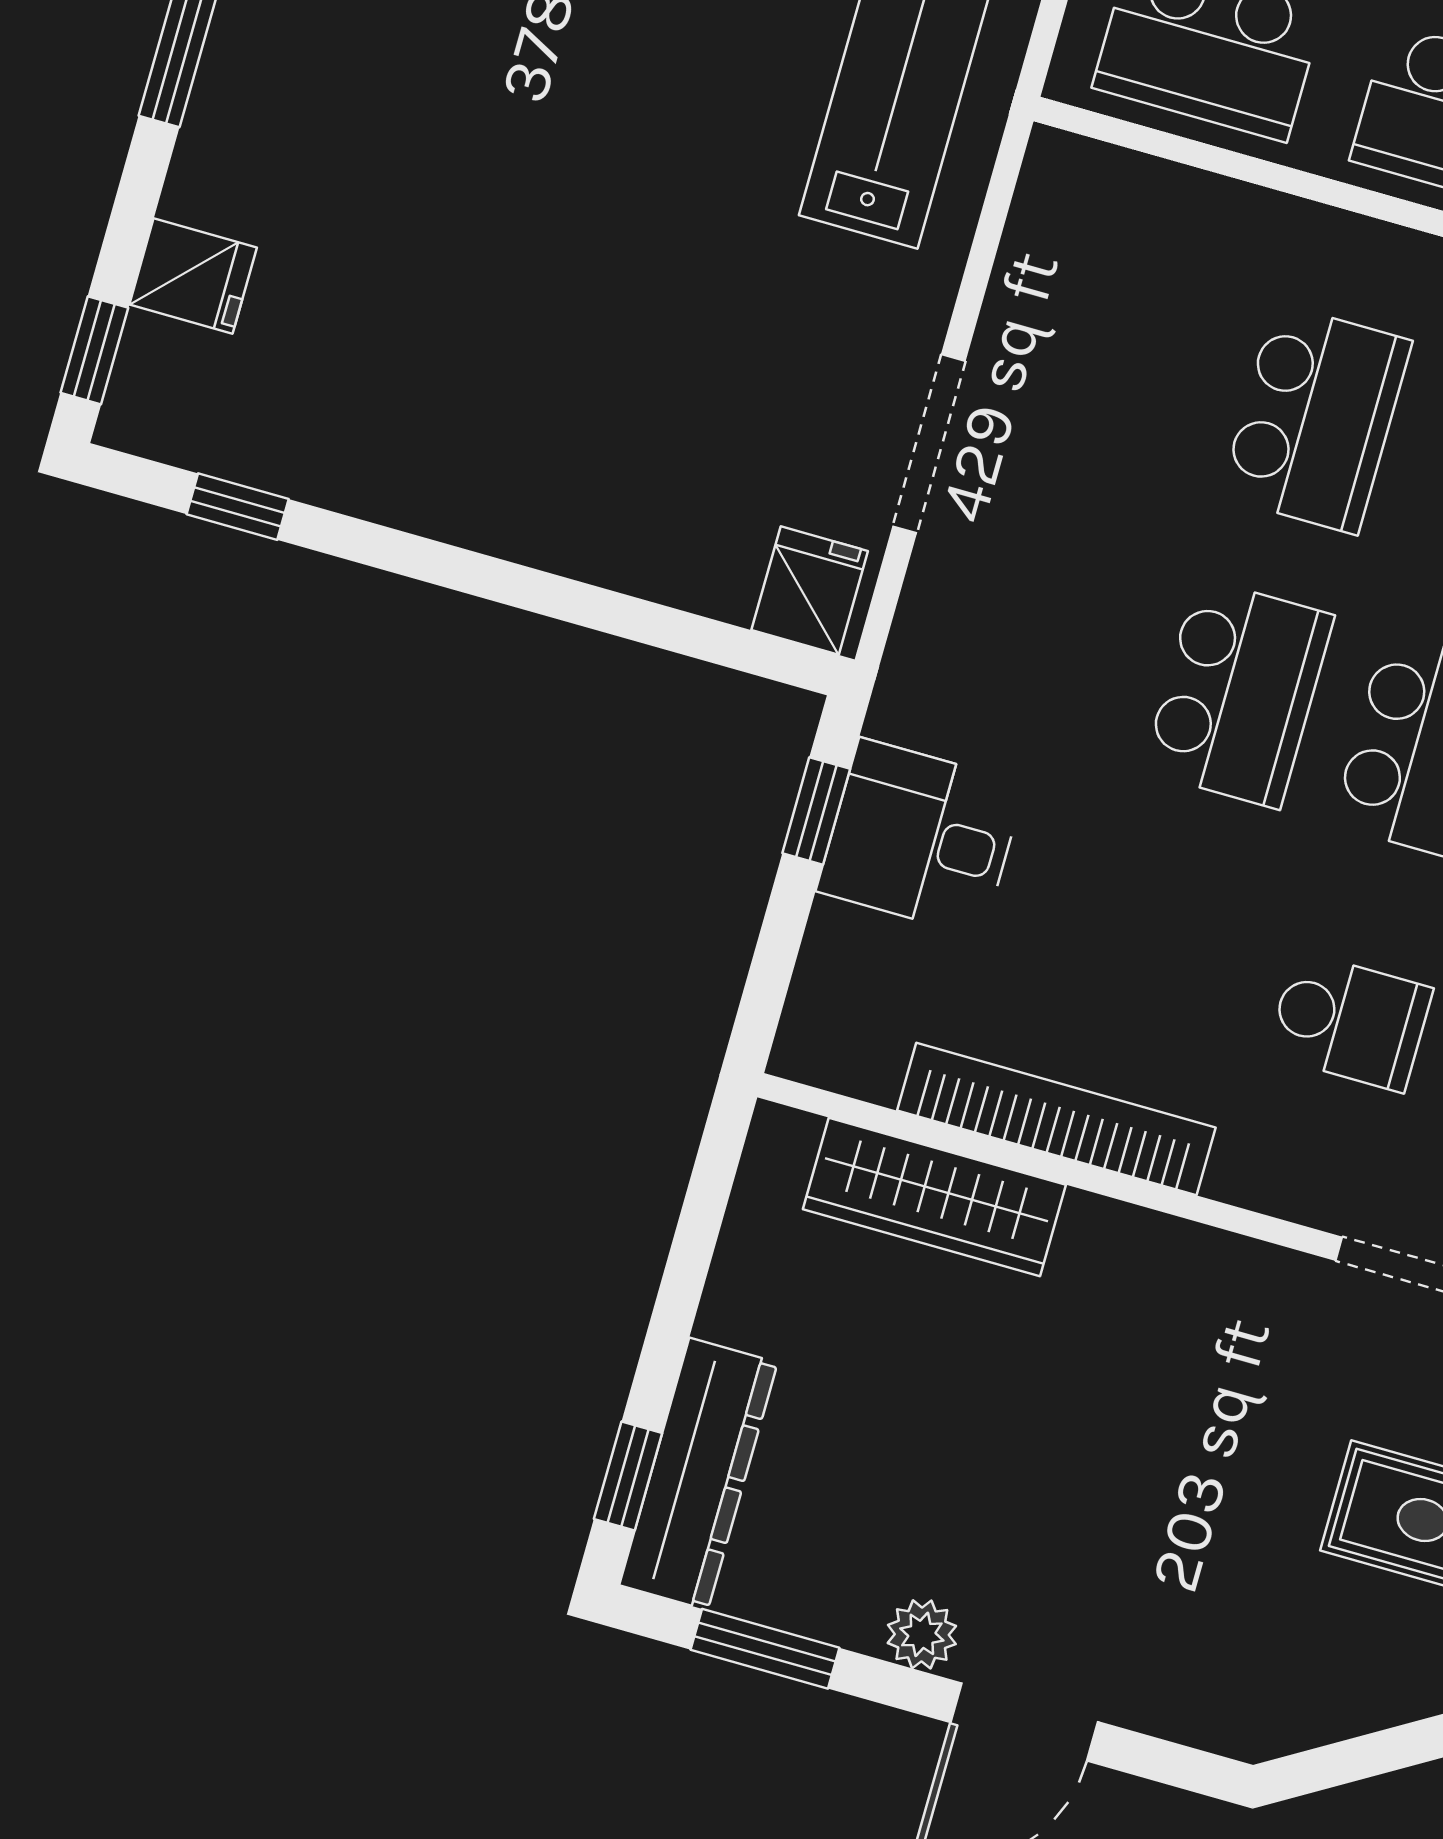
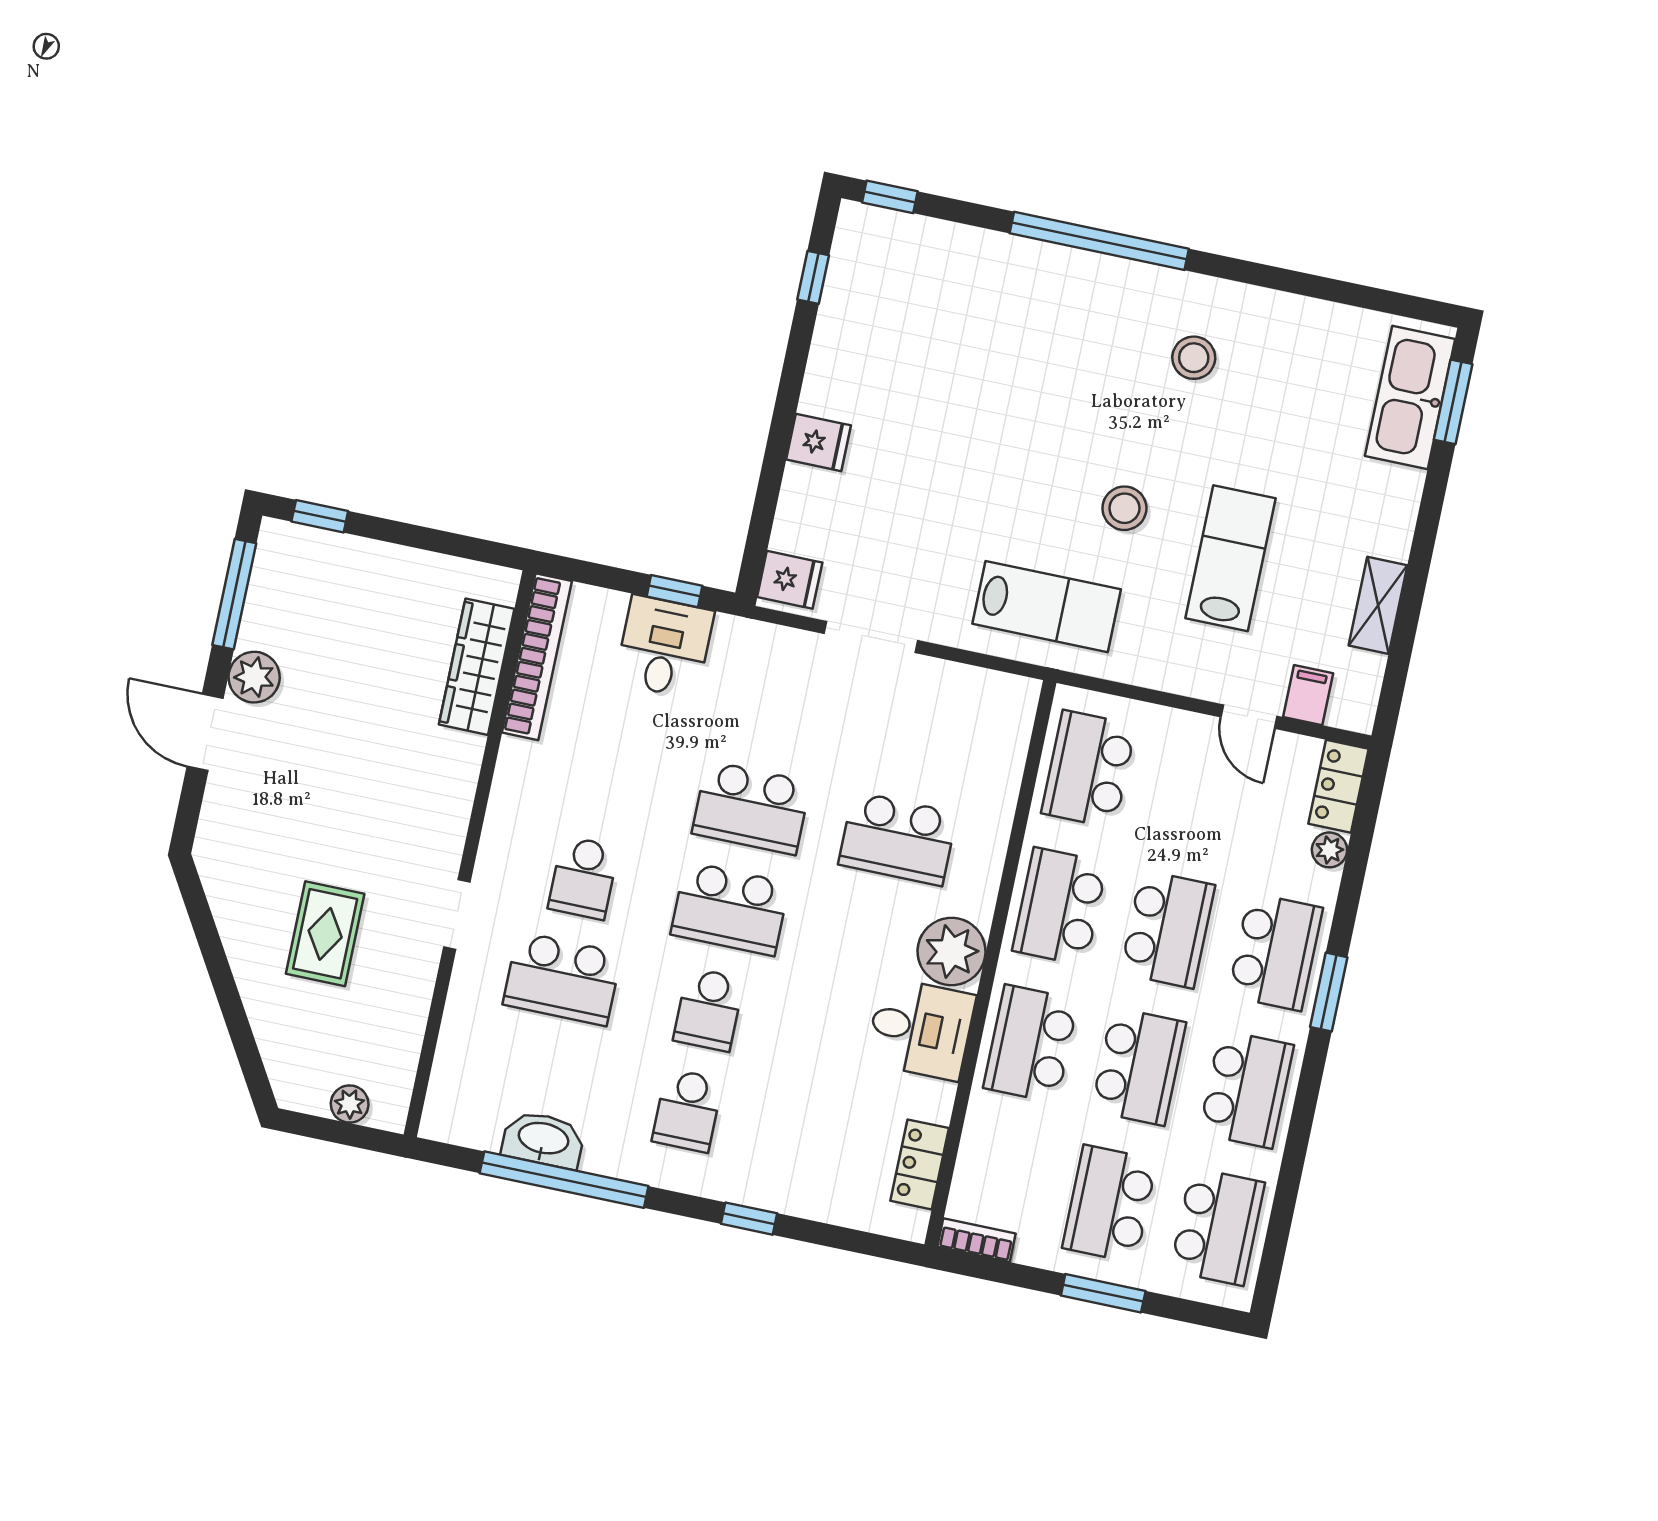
fridge: (193, 276) -> (818, 442), moved, turned -90
bookcase: (1056, 1119) -> (537, 657), moved
dresser: (698, 1474) -> (323, 553), removed
plant: (922, 1634) -> (254, 677), width x1.38, depth x1.38
window: (765, 1649) -> (234, 594), width x1.44

